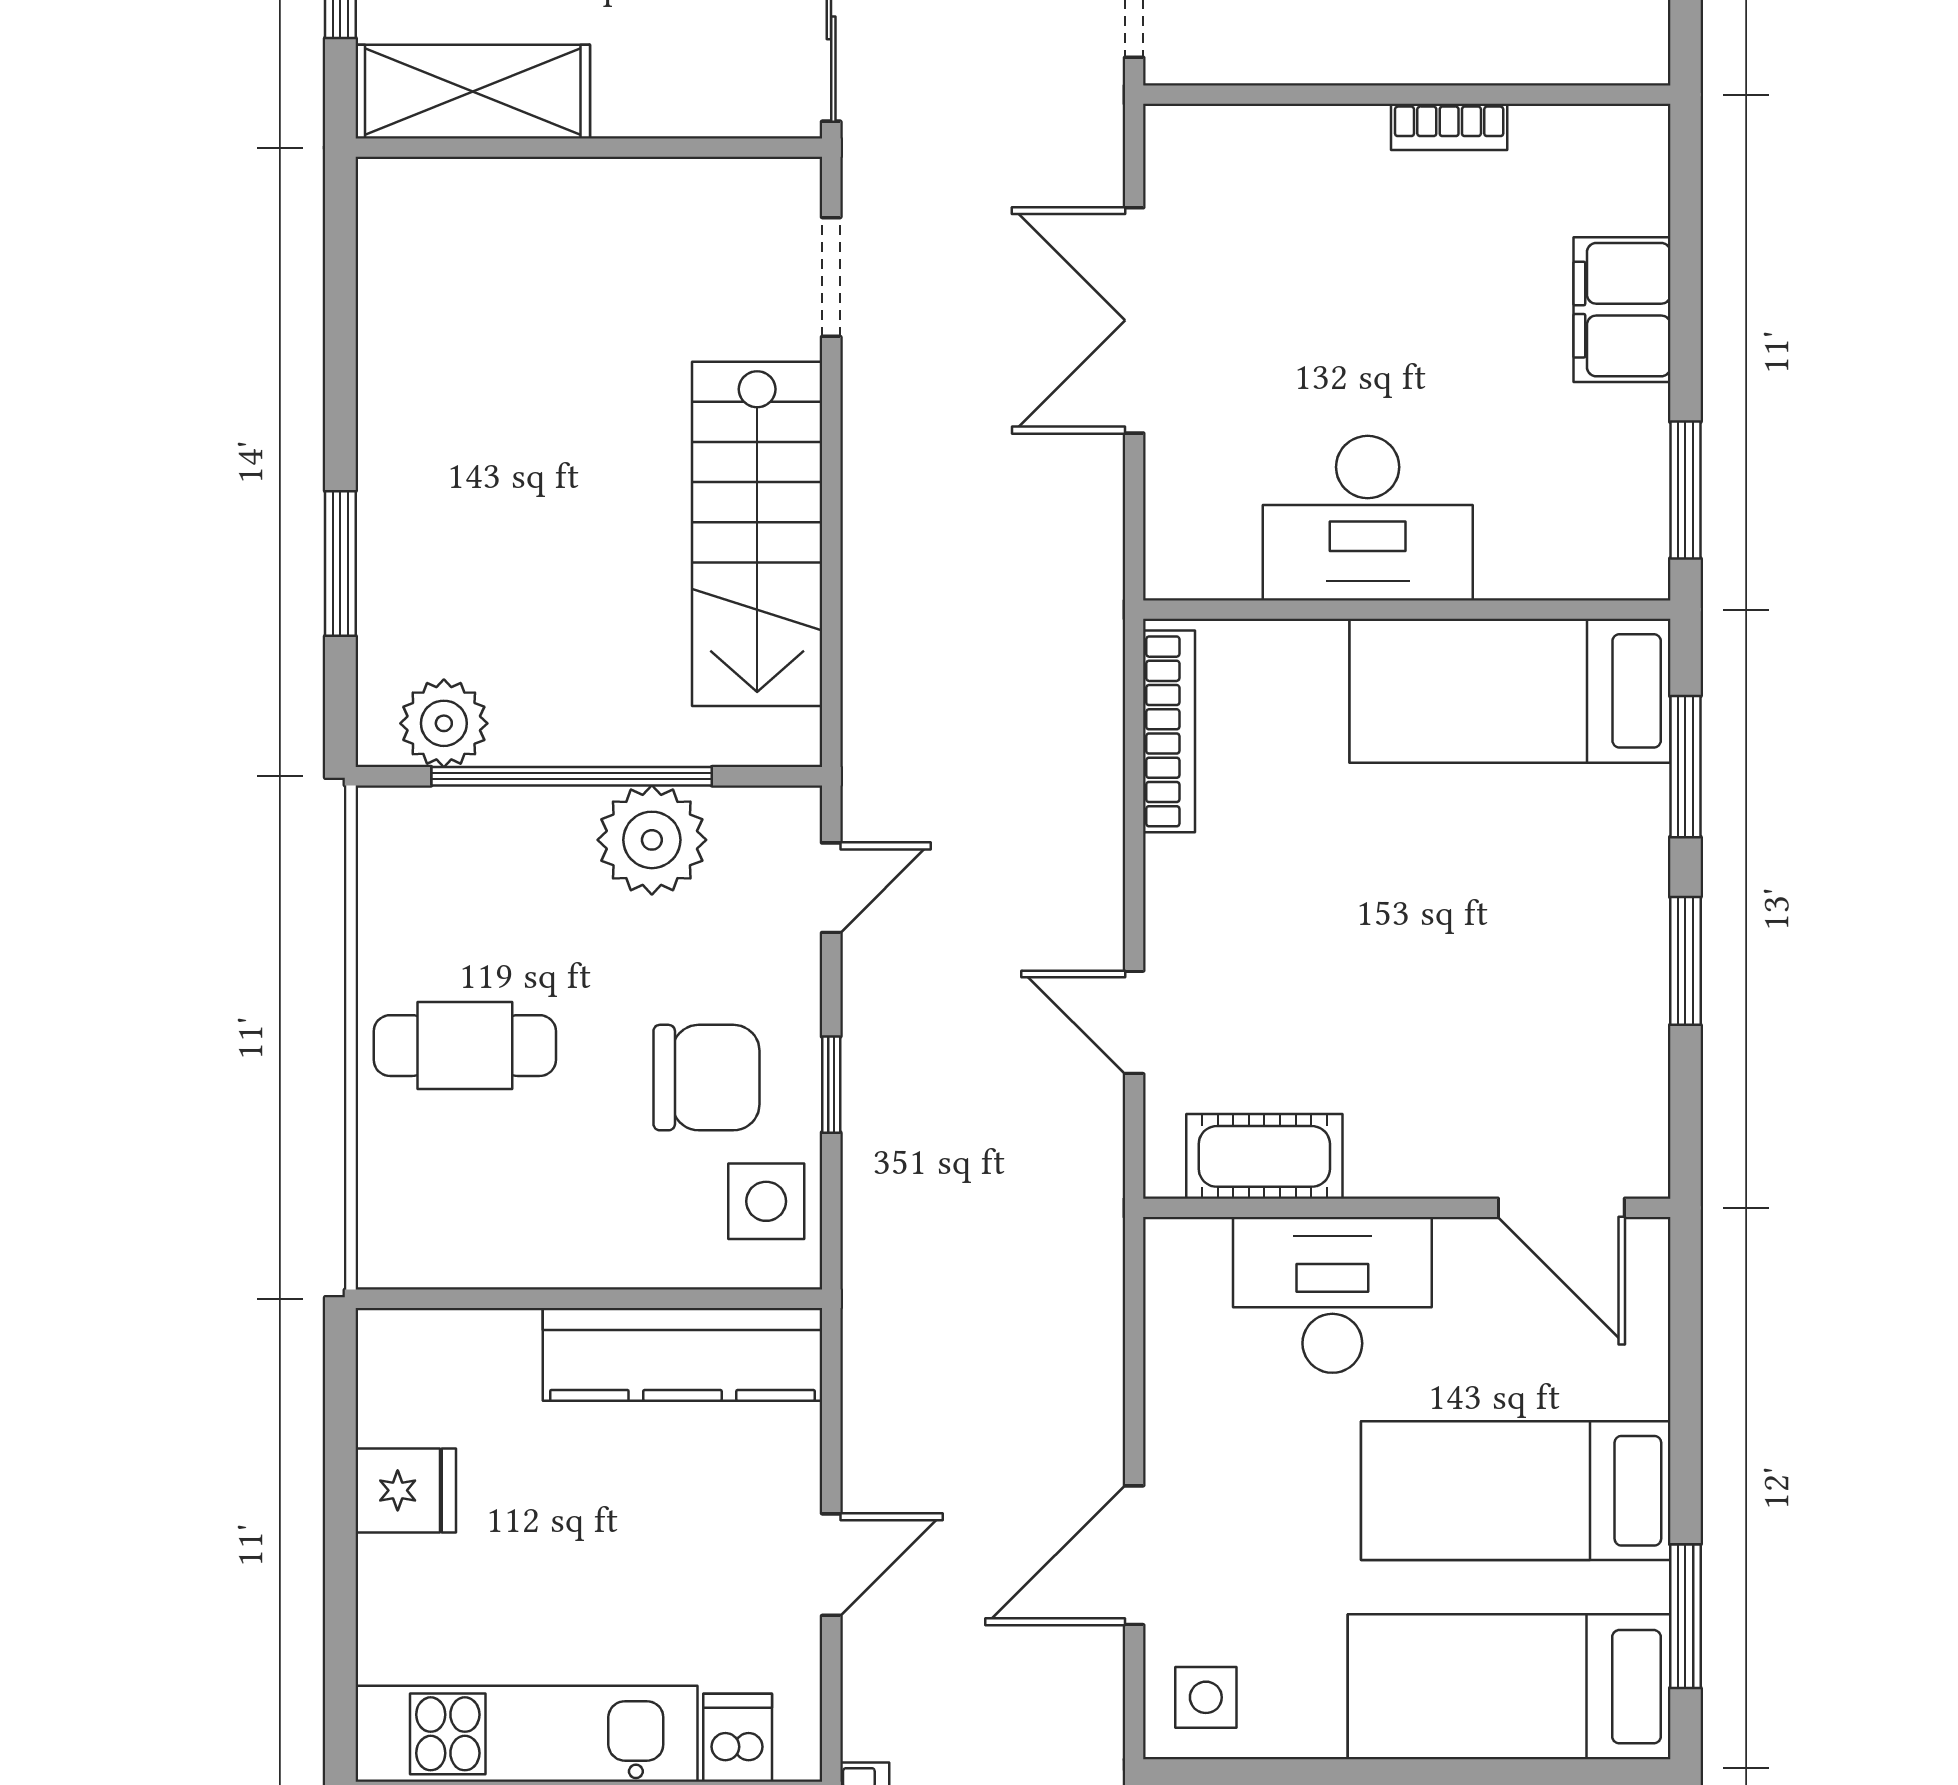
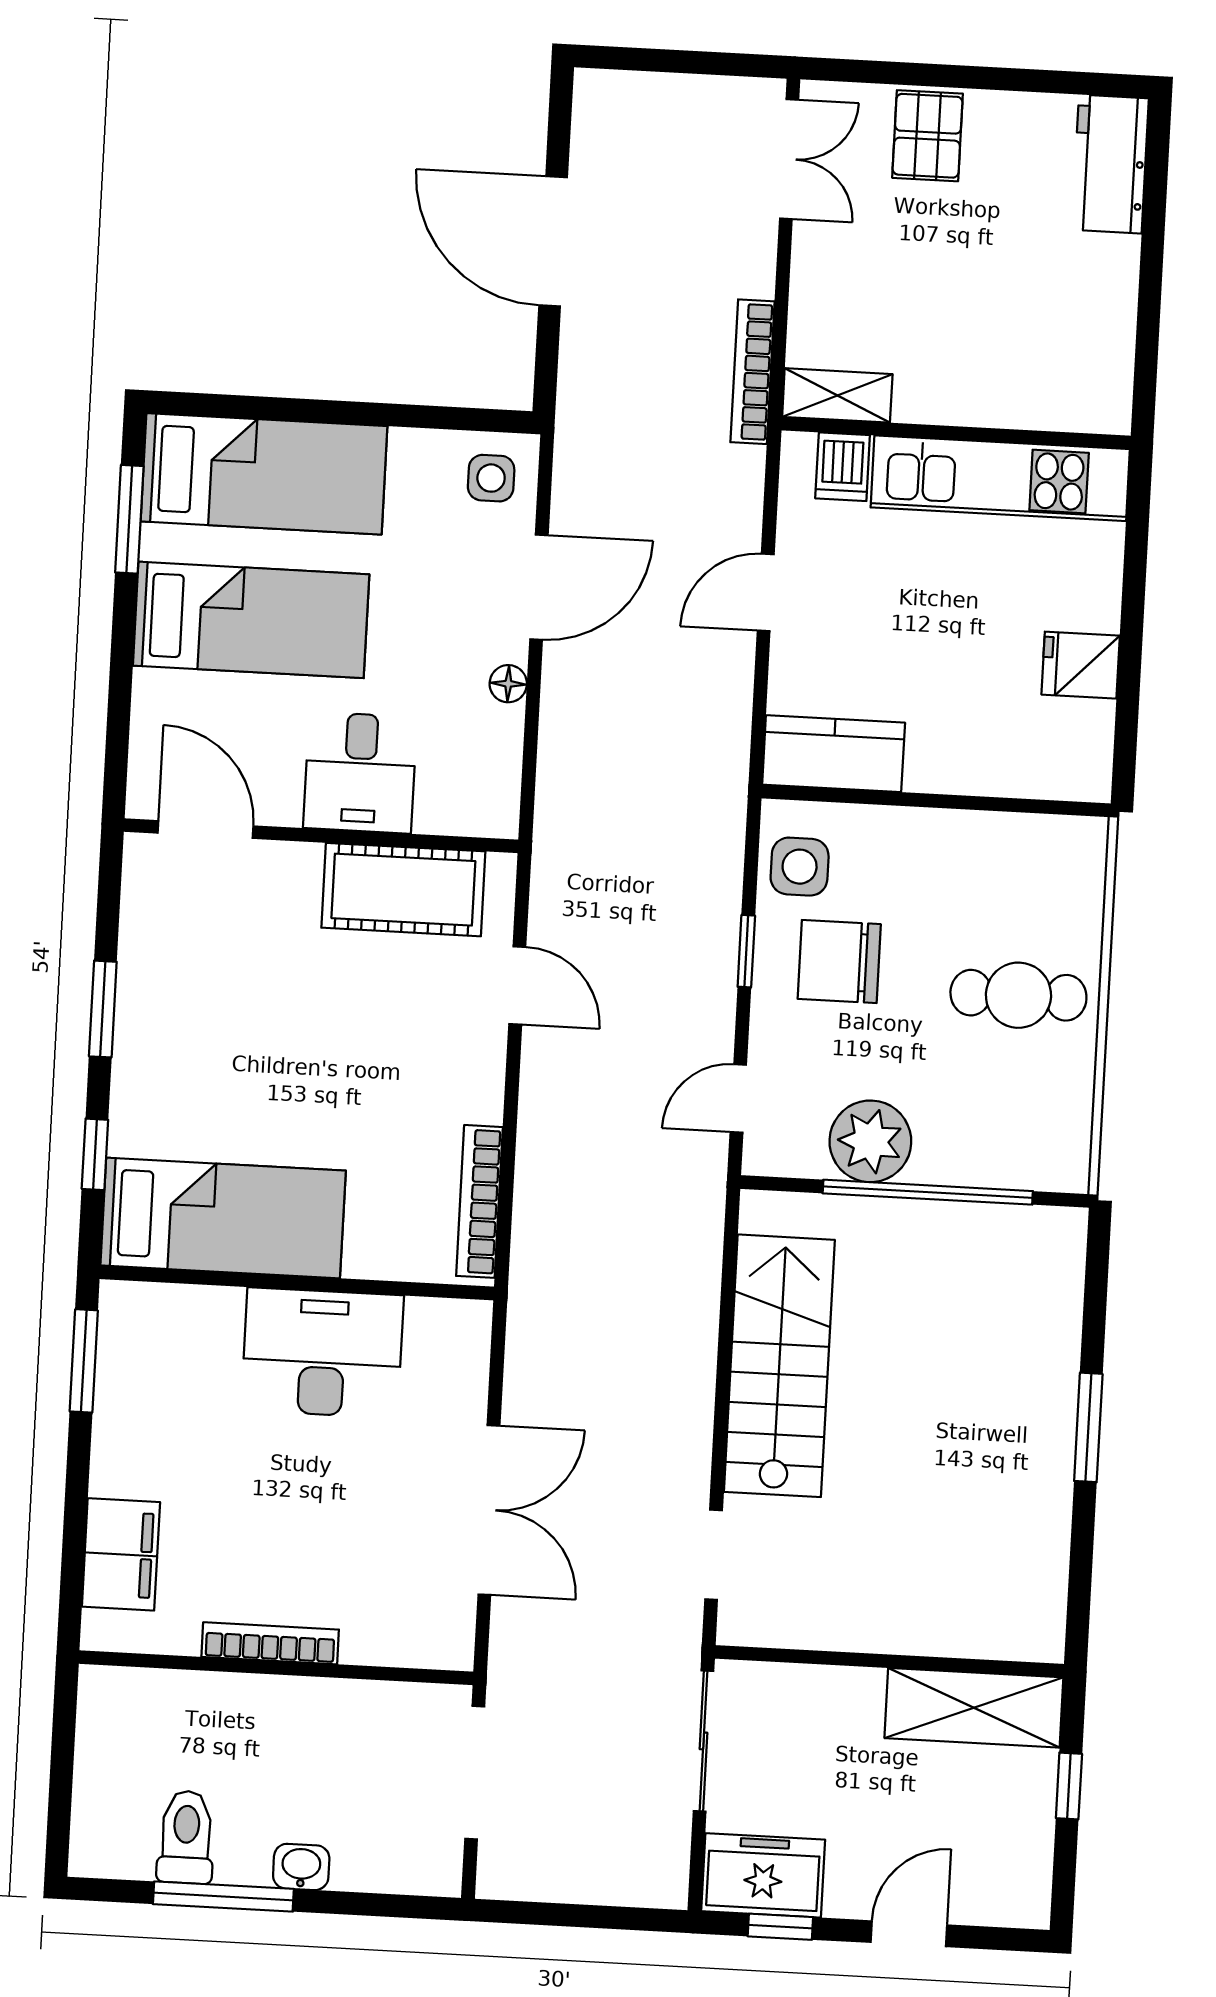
bookcase: (1449, 127) -> (270, 1643), width x1.56
filing cabinet: (1622, 310) -> (121, 1554), moved
window: (340, 563) -> (1088, 1427), moved
plant: (444, 723) -> (1021, 1237), removed
window: (1685, 767) -> (95, 1154), width x0.67
cot: (1264, 1156) -> (403, 890), width x1.37, depth x1.34
desk: (1332, 1295) -> (360, 773), width x0.73
kitchen counter: (682, 1354) -> (834, 754), width x0.67
floor lamp: (1168, 1424) -> (508, 684), added

